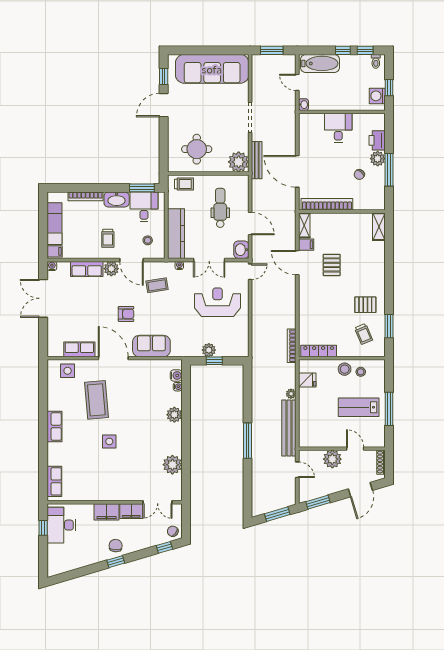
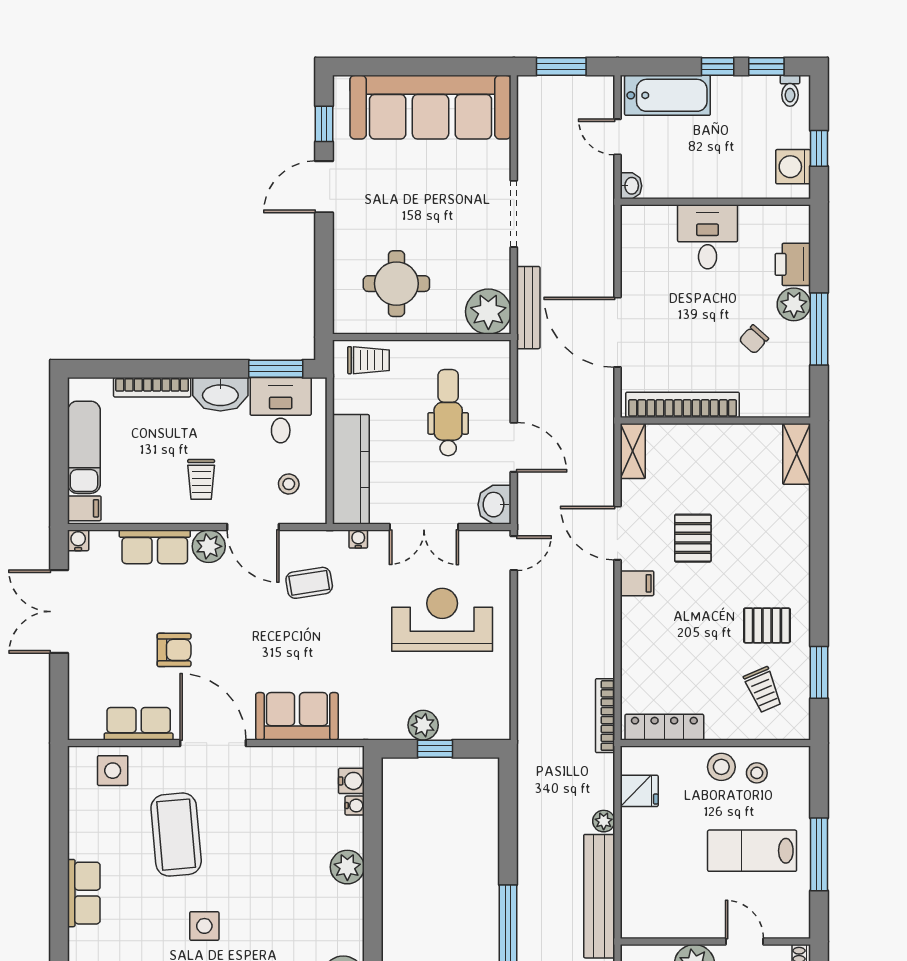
filing cabinet: (306, 245) -> (637, 583), moved
armchair: (126, 314) -> (174, 650), moved

